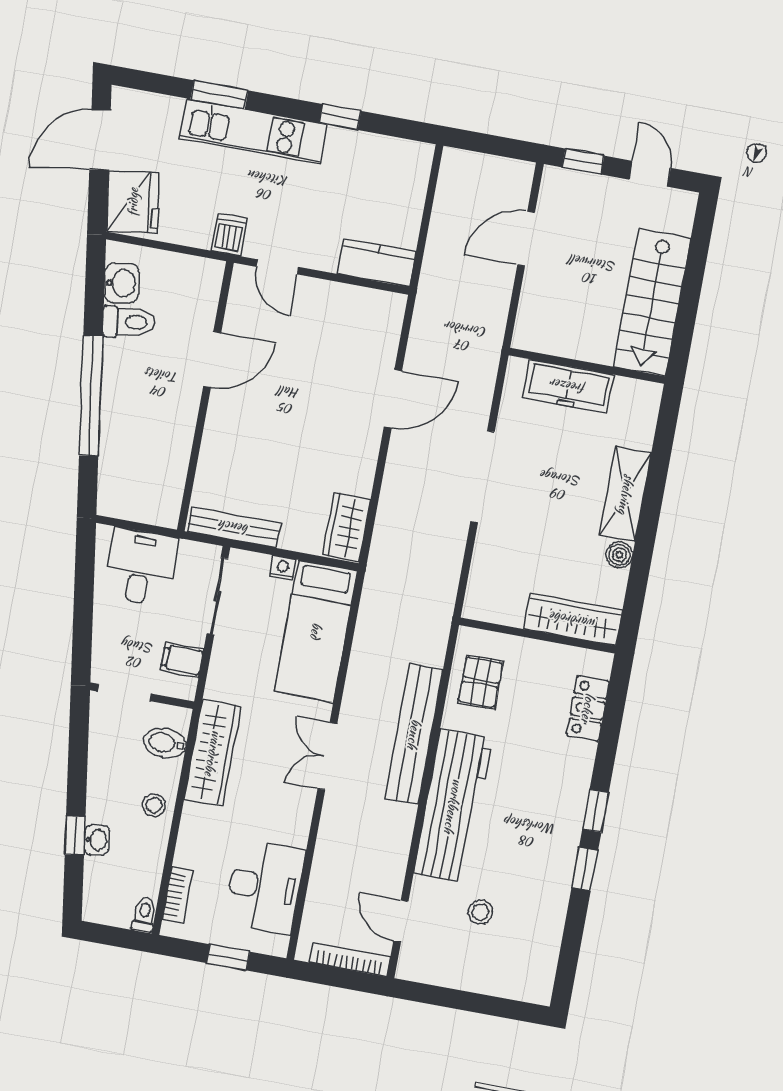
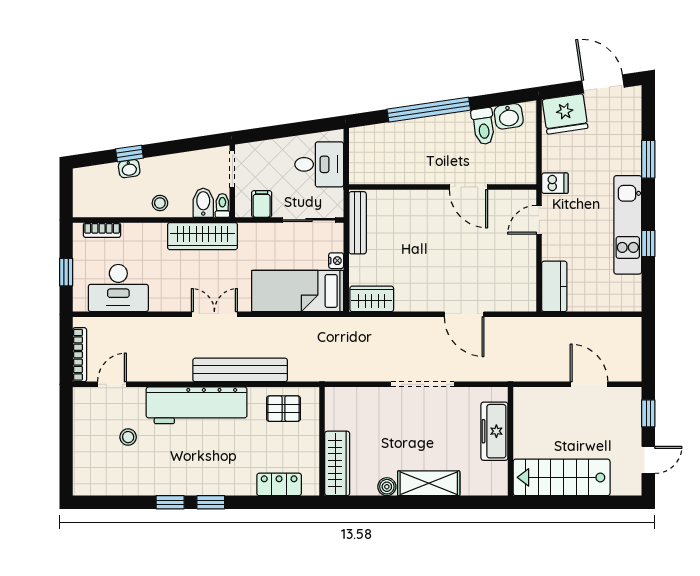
kitchen unit: (253, 131) -> (628, 225), moved
toilet: (144, 915) -> (222, 206), moved, turned -90

